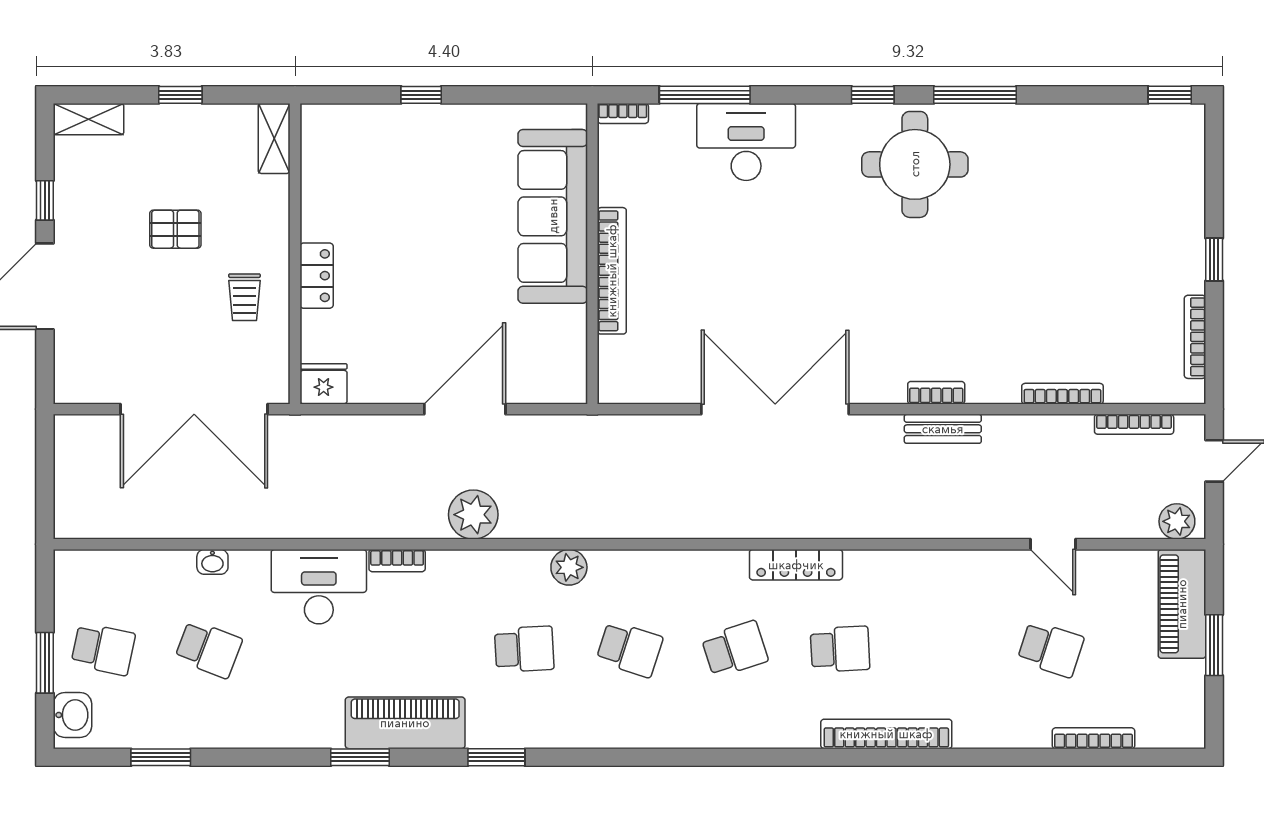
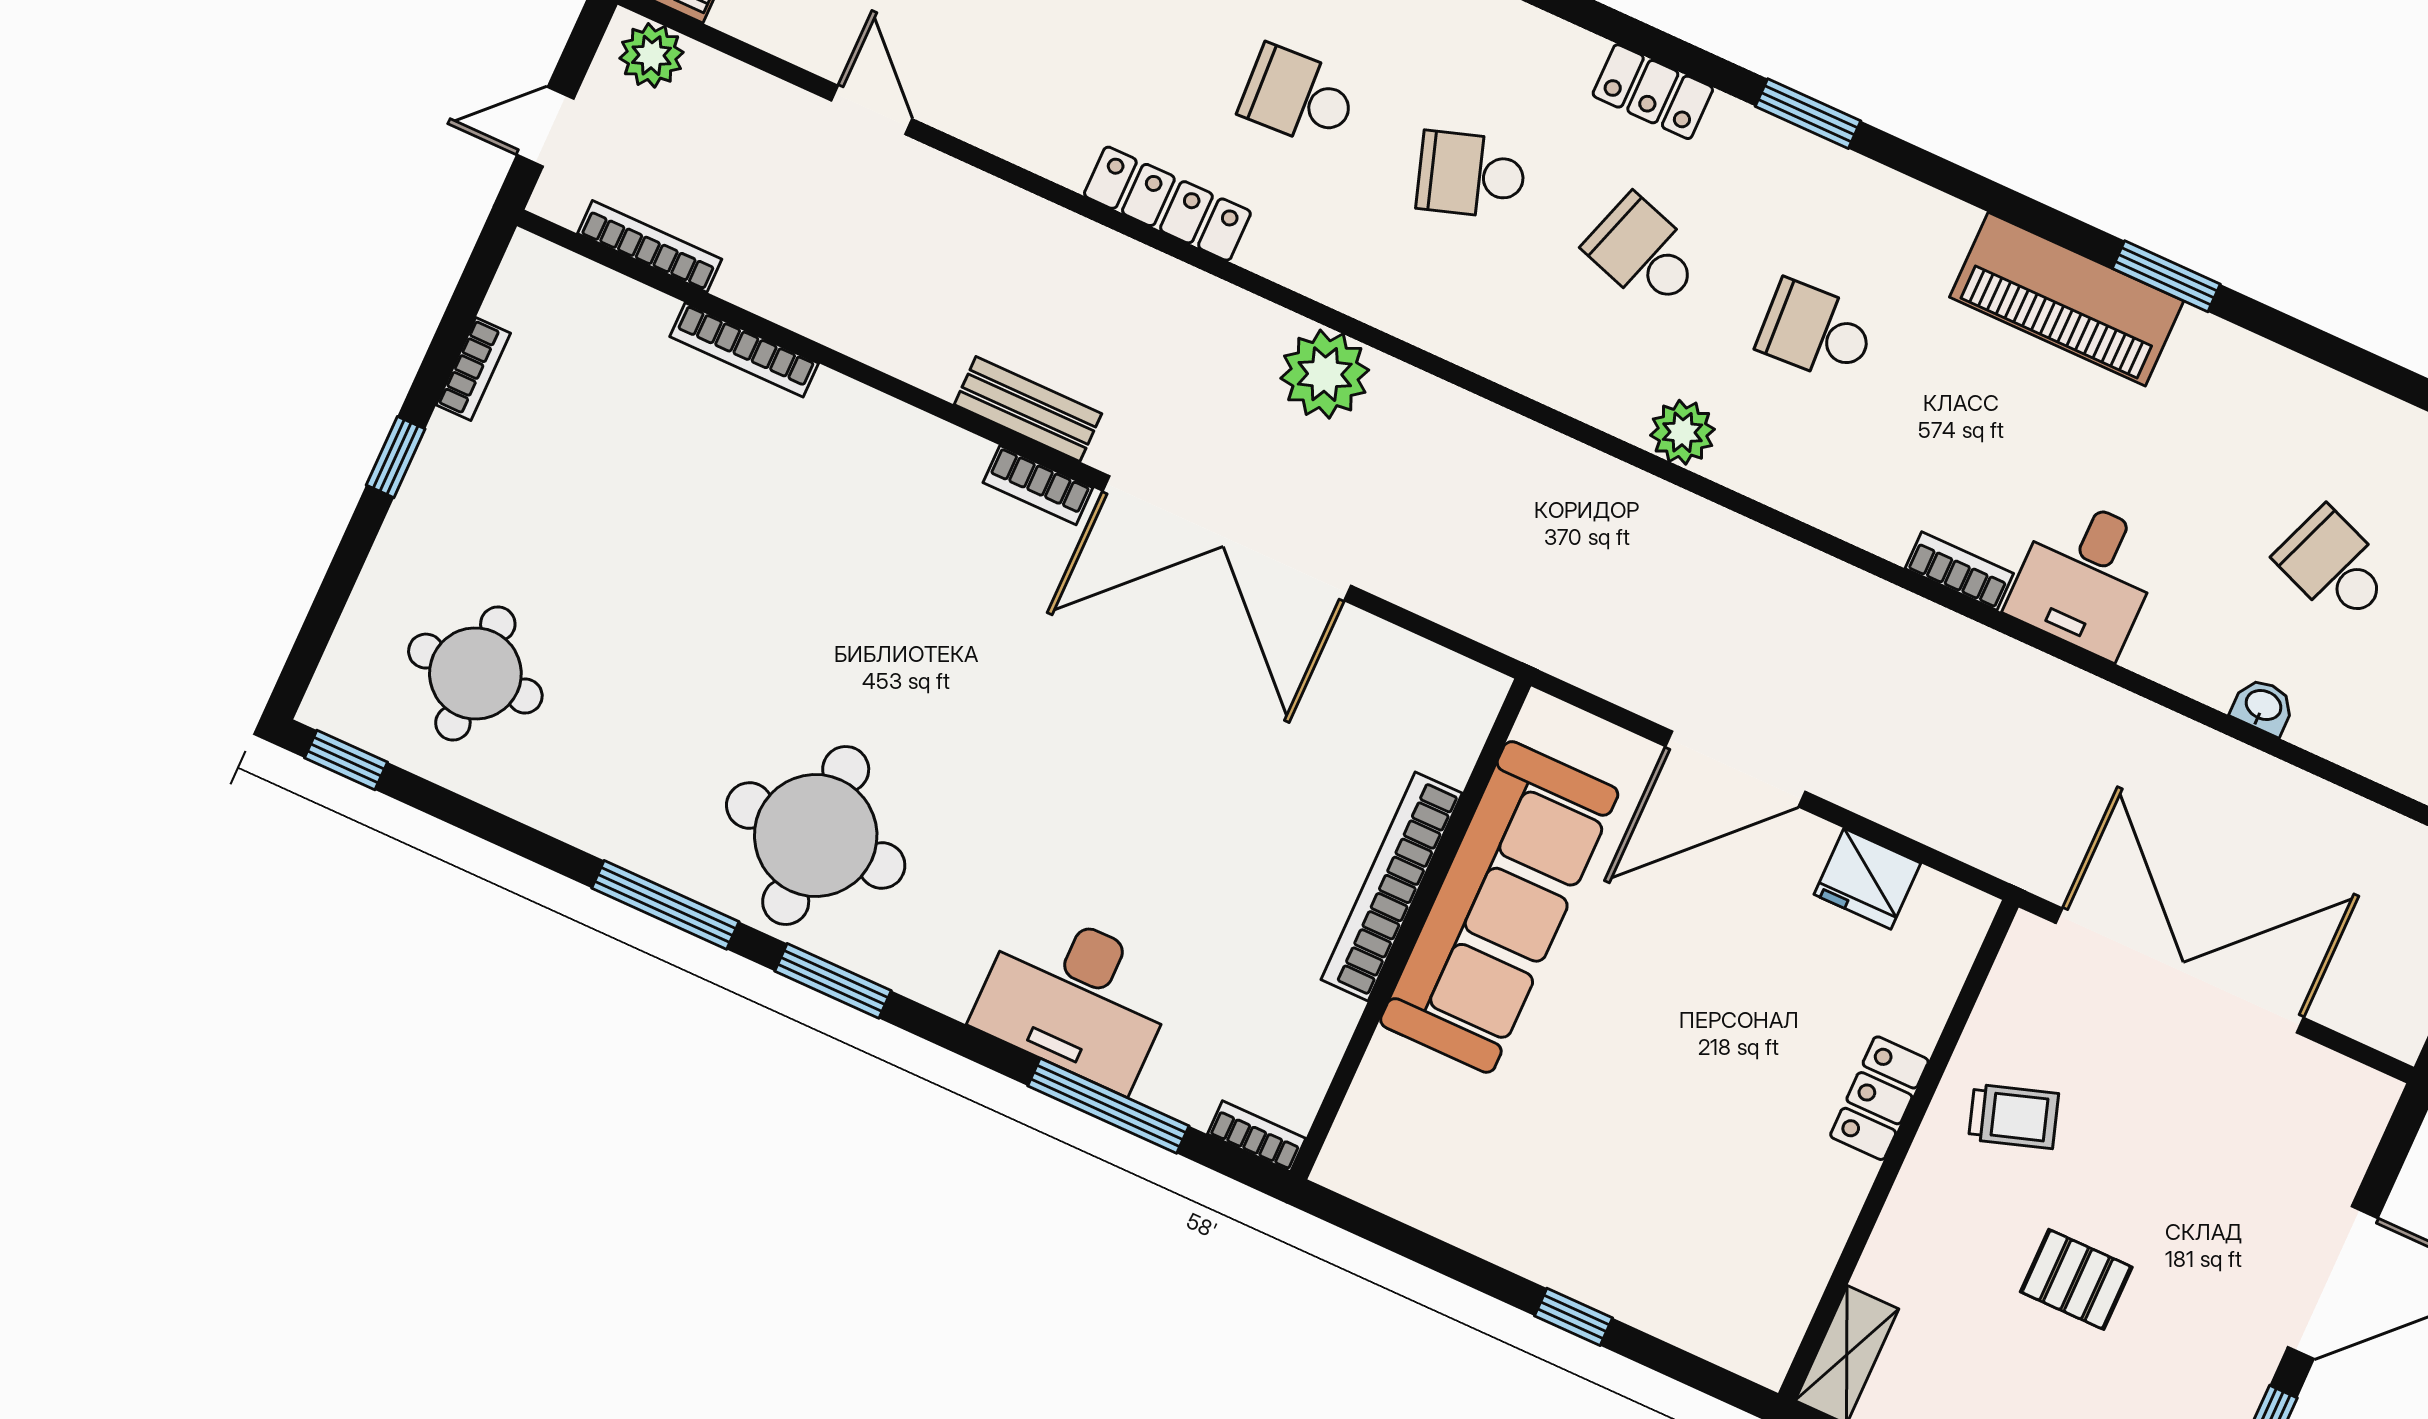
window: (873, 95) -> (833, 981), width x1.50
round table: (1124, 168) -> (475, 674), added
sofa: (553, 216) -> (1499, 907), moved
trolley: (244, 297) -> (2014, 1116), turned 72
bookcase: (1195, 337) -> (473, 369), width x0.64
fridge: (324, 384) -> (1867, 879), moved
bookcase: (936, 393) -> (1038, 485), moved
bench: (943, 429) -> (1028, 409), moved
plant: (473, 515) -> (1325, 374), moved
locker: (796, 565) -> (1167, 204), moved
desk: (319, 587) -> (2086, 577), width x0.73
locker: (662, 733) -> (1653, 92), added
window: (496, 757) -> (1808, 114), moved

